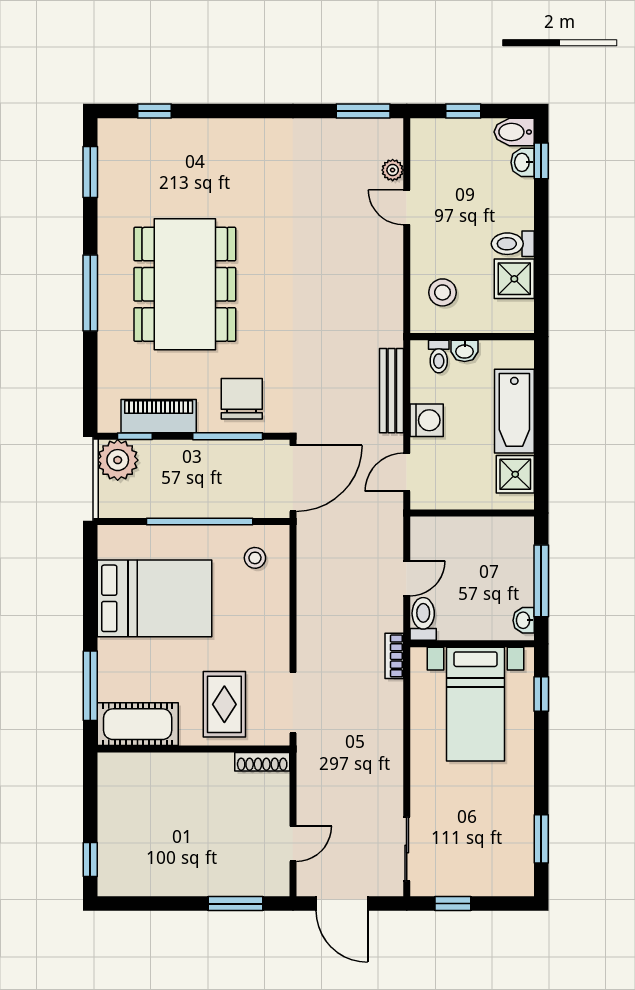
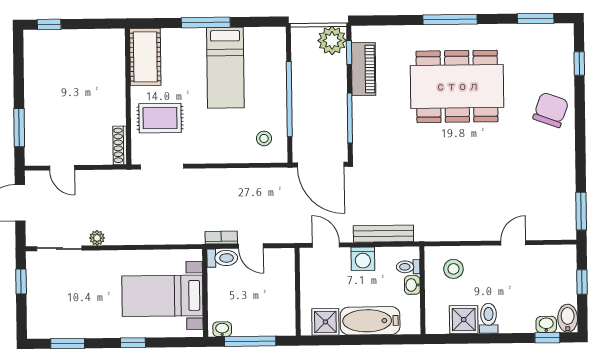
plant: (393, 170) -> (97, 238), moved
chair: (242, 399) -> (551, 110), moved, turned -70
bed: (154, 598) -> (225, 68), width x0.67
bookcase: (394, 656) -> (221, 238), moved
window: (90, 686) -> (206, 23), moved
window: (541, 694) -> (133, 343), moved

